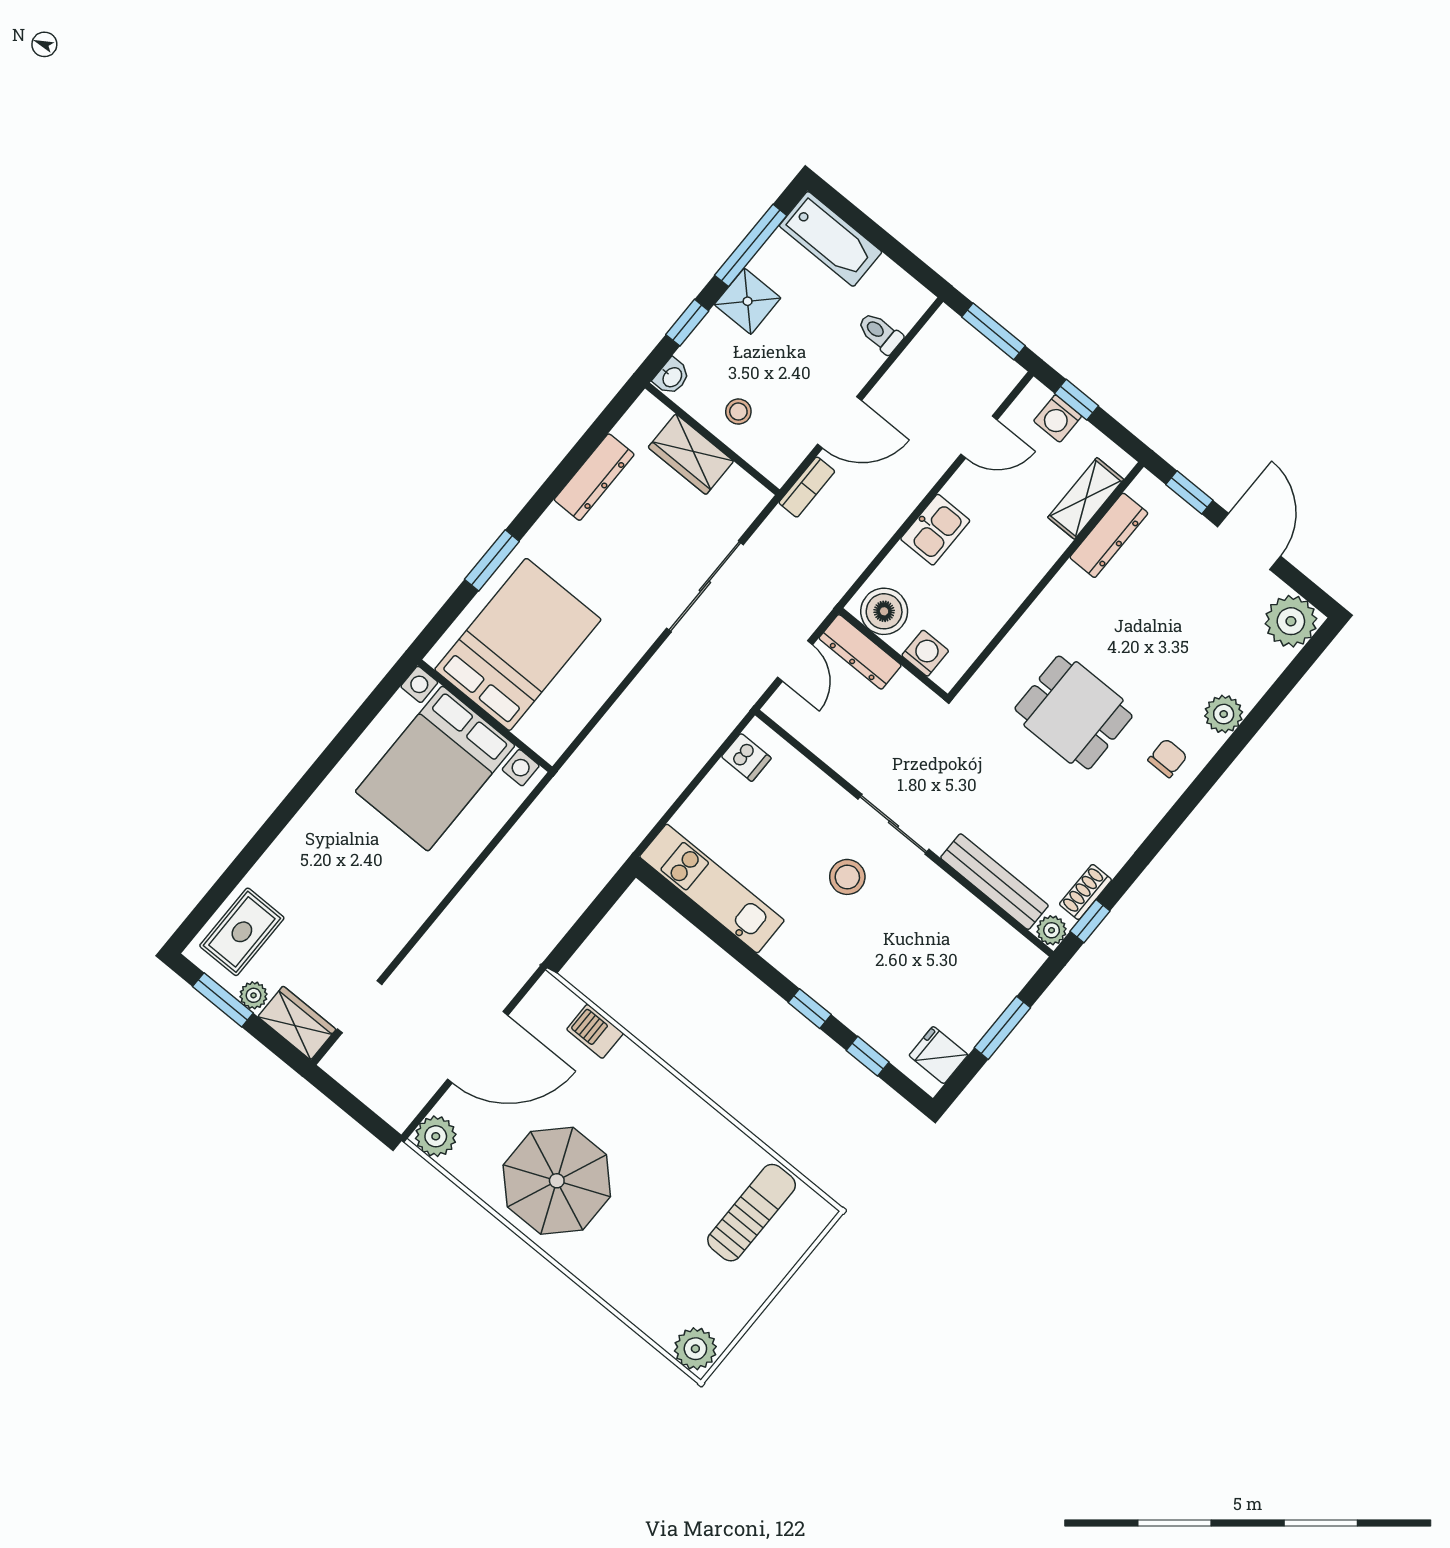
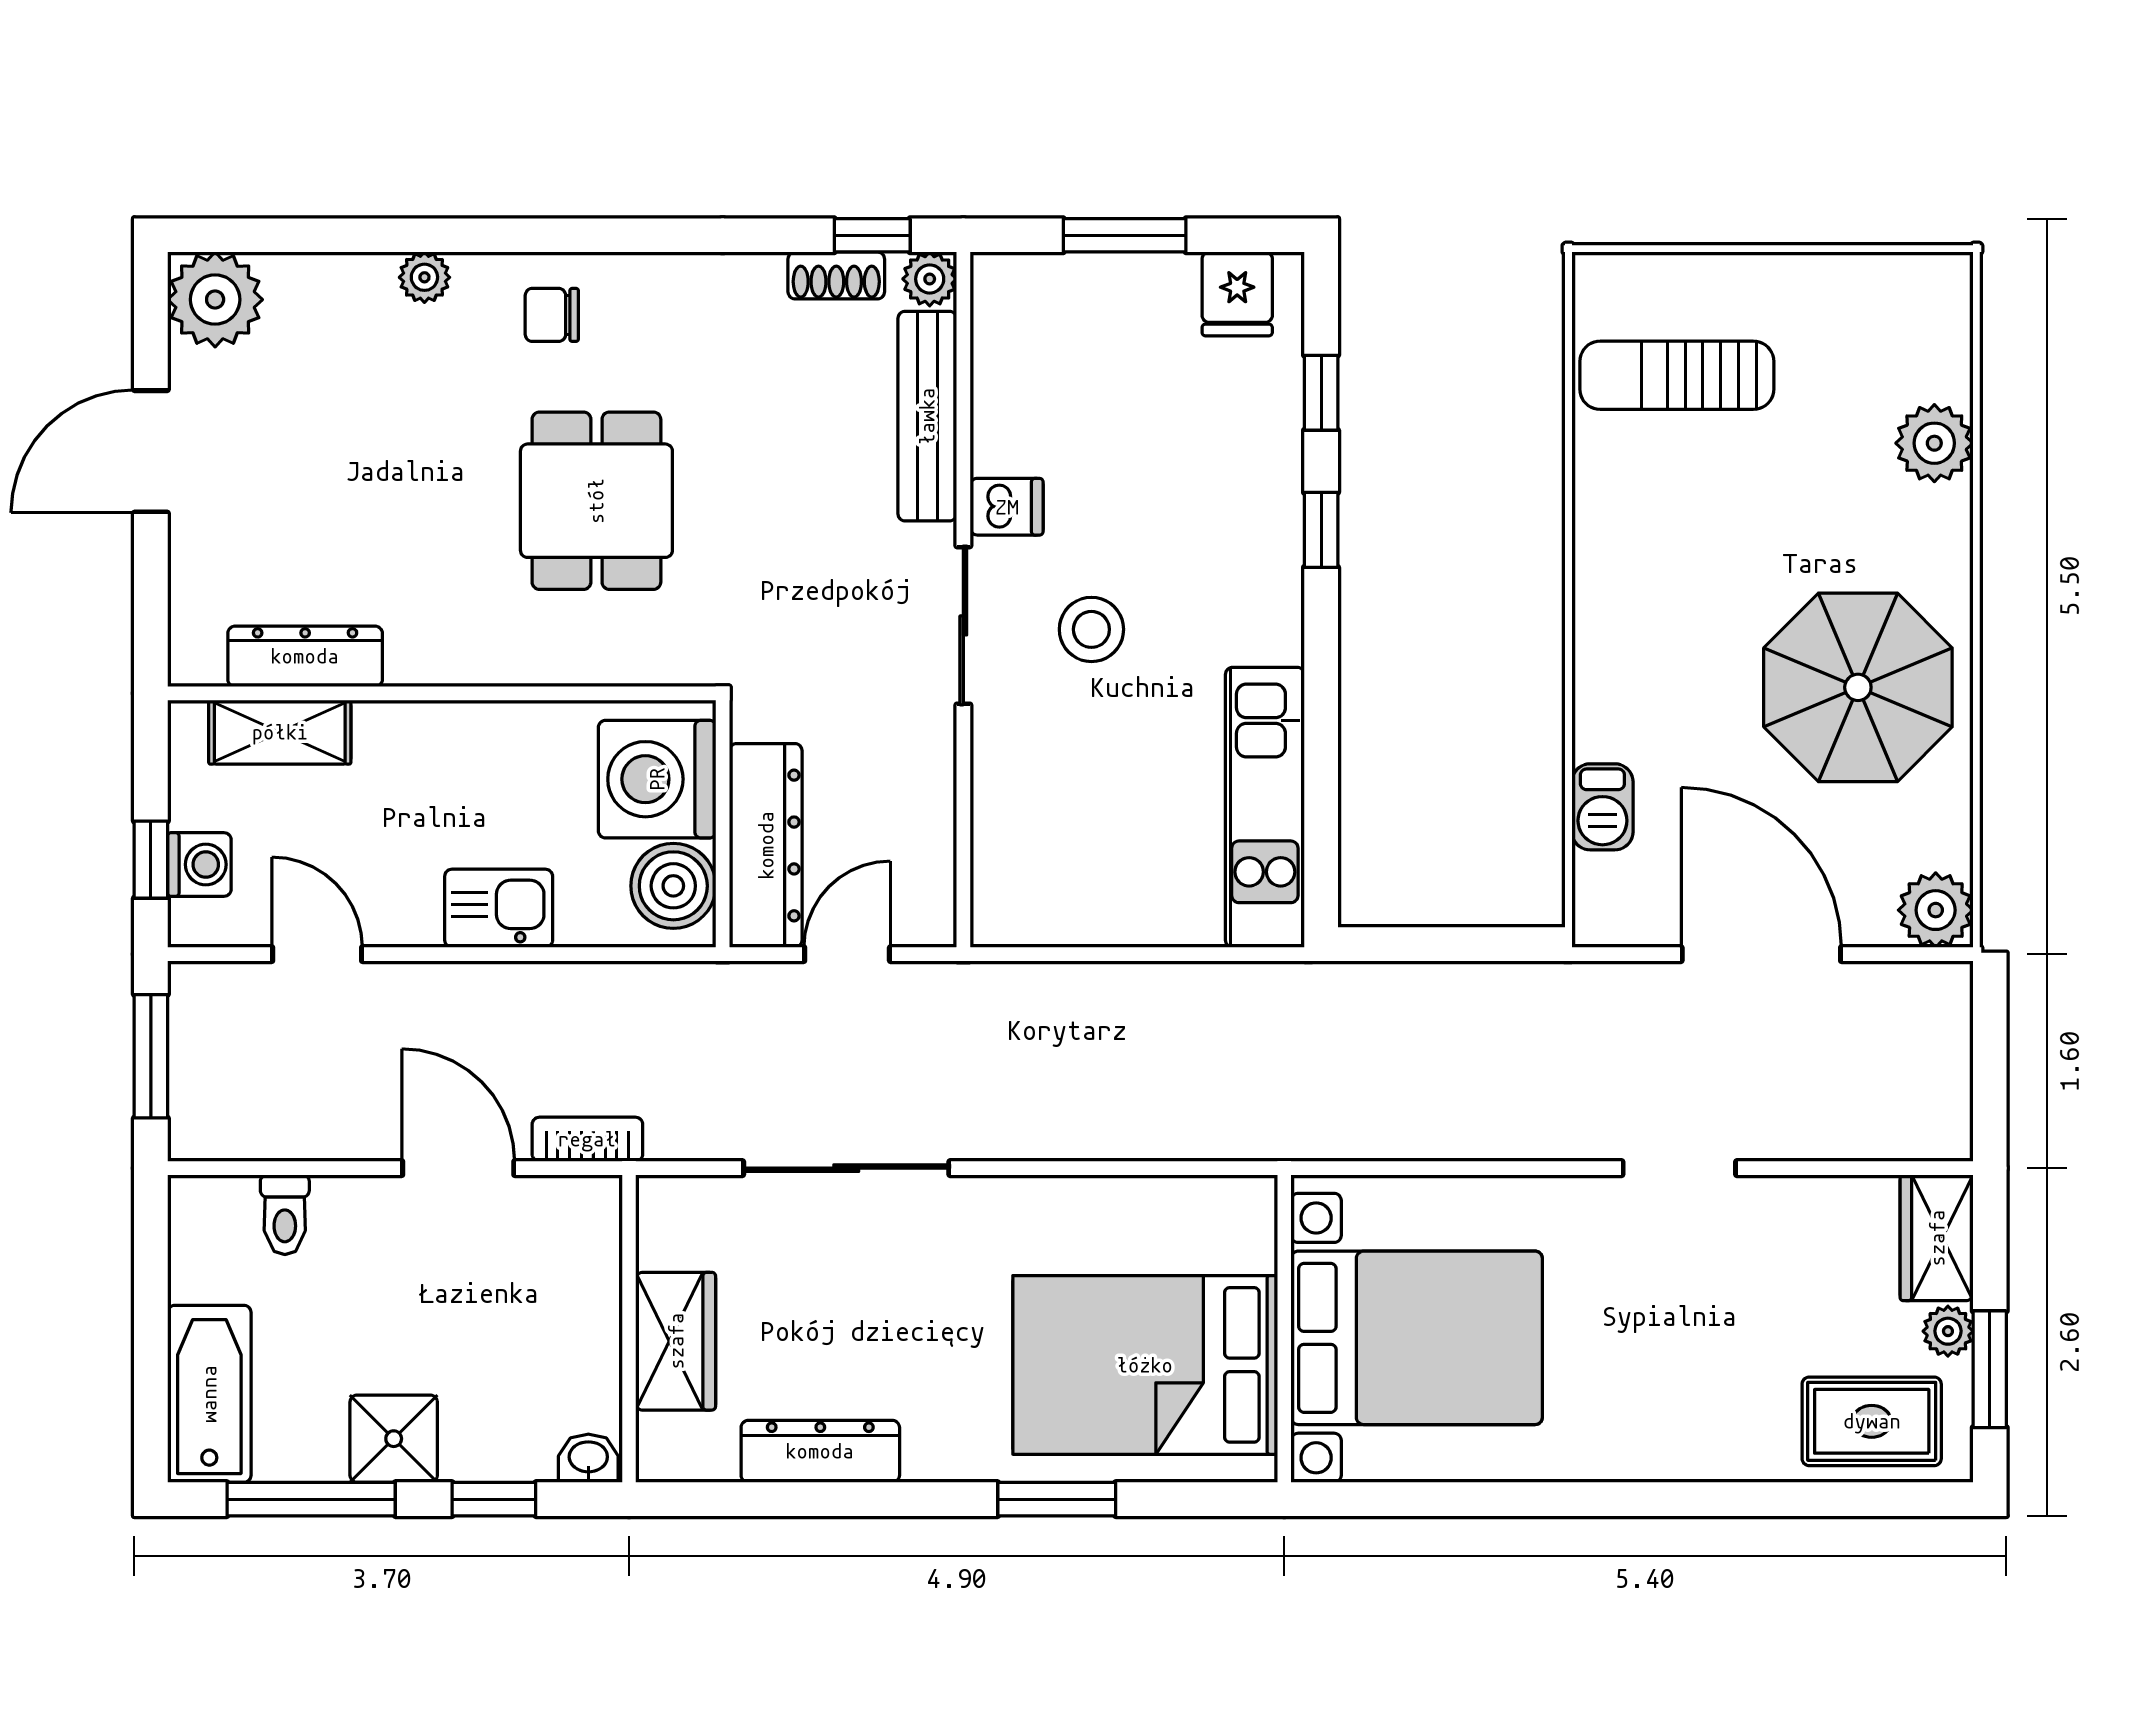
stool: (738, 412) -> (560, 1324), removed
window: (1189, 492) -> (151, 592), removed
dresser: (860, 652) -> (766, 845), width x1.37, depth x1.24
washing machine: (925, 653) -> (657, 779), width x1.89, depth x1.89
plant: (1224, 714) -> (424, 277), width x0.73, depth x0.73
dishwasher: (746, 757) -> (1007, 507), moved, turned 90
doorway: (360, 1007) -> (1679, 1168), moved
plant: (695, 1349) -> (1934, 443), moved

